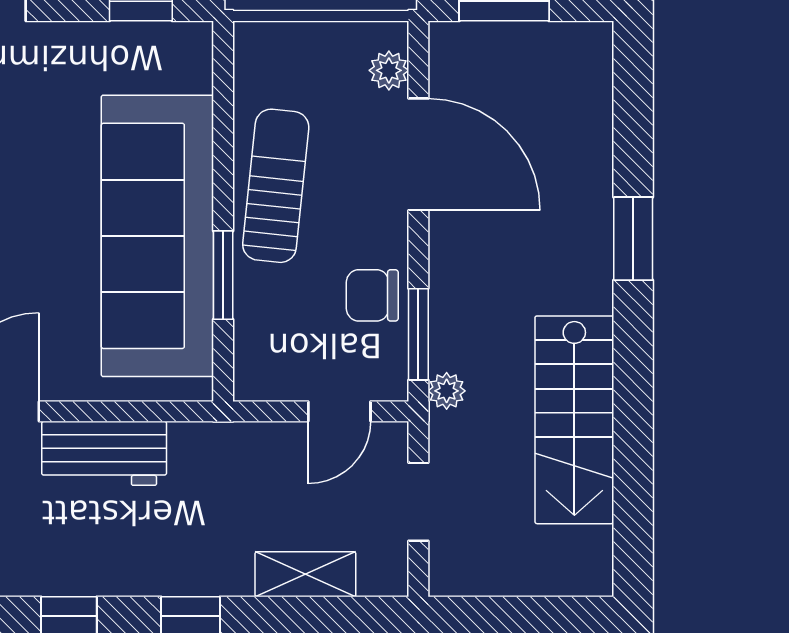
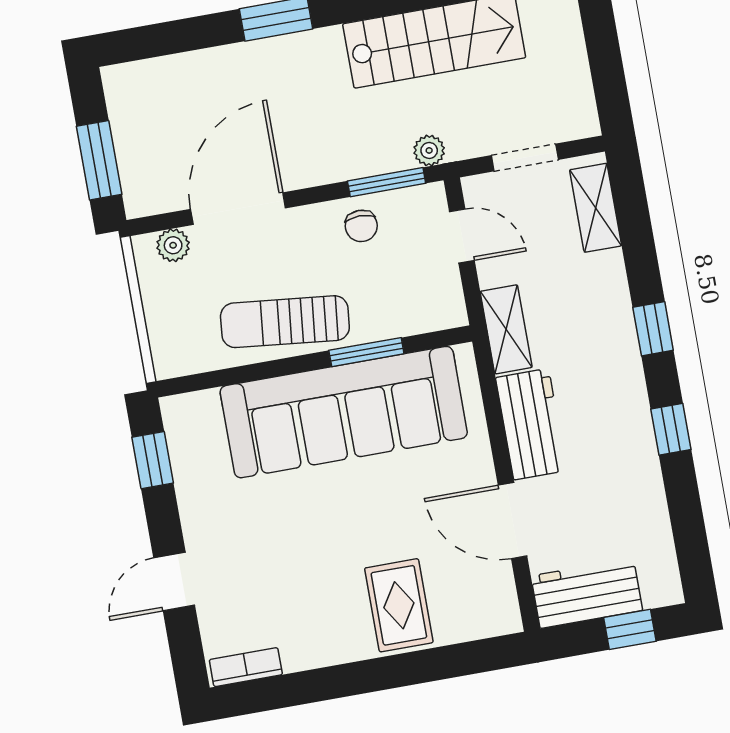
chair: (372, 295) -> (361, 226), width x0.73, depth x0.73
shelving: (220, 444) -> (506, 329), added
shelving: (305, 574) -> (596, 208), moved

